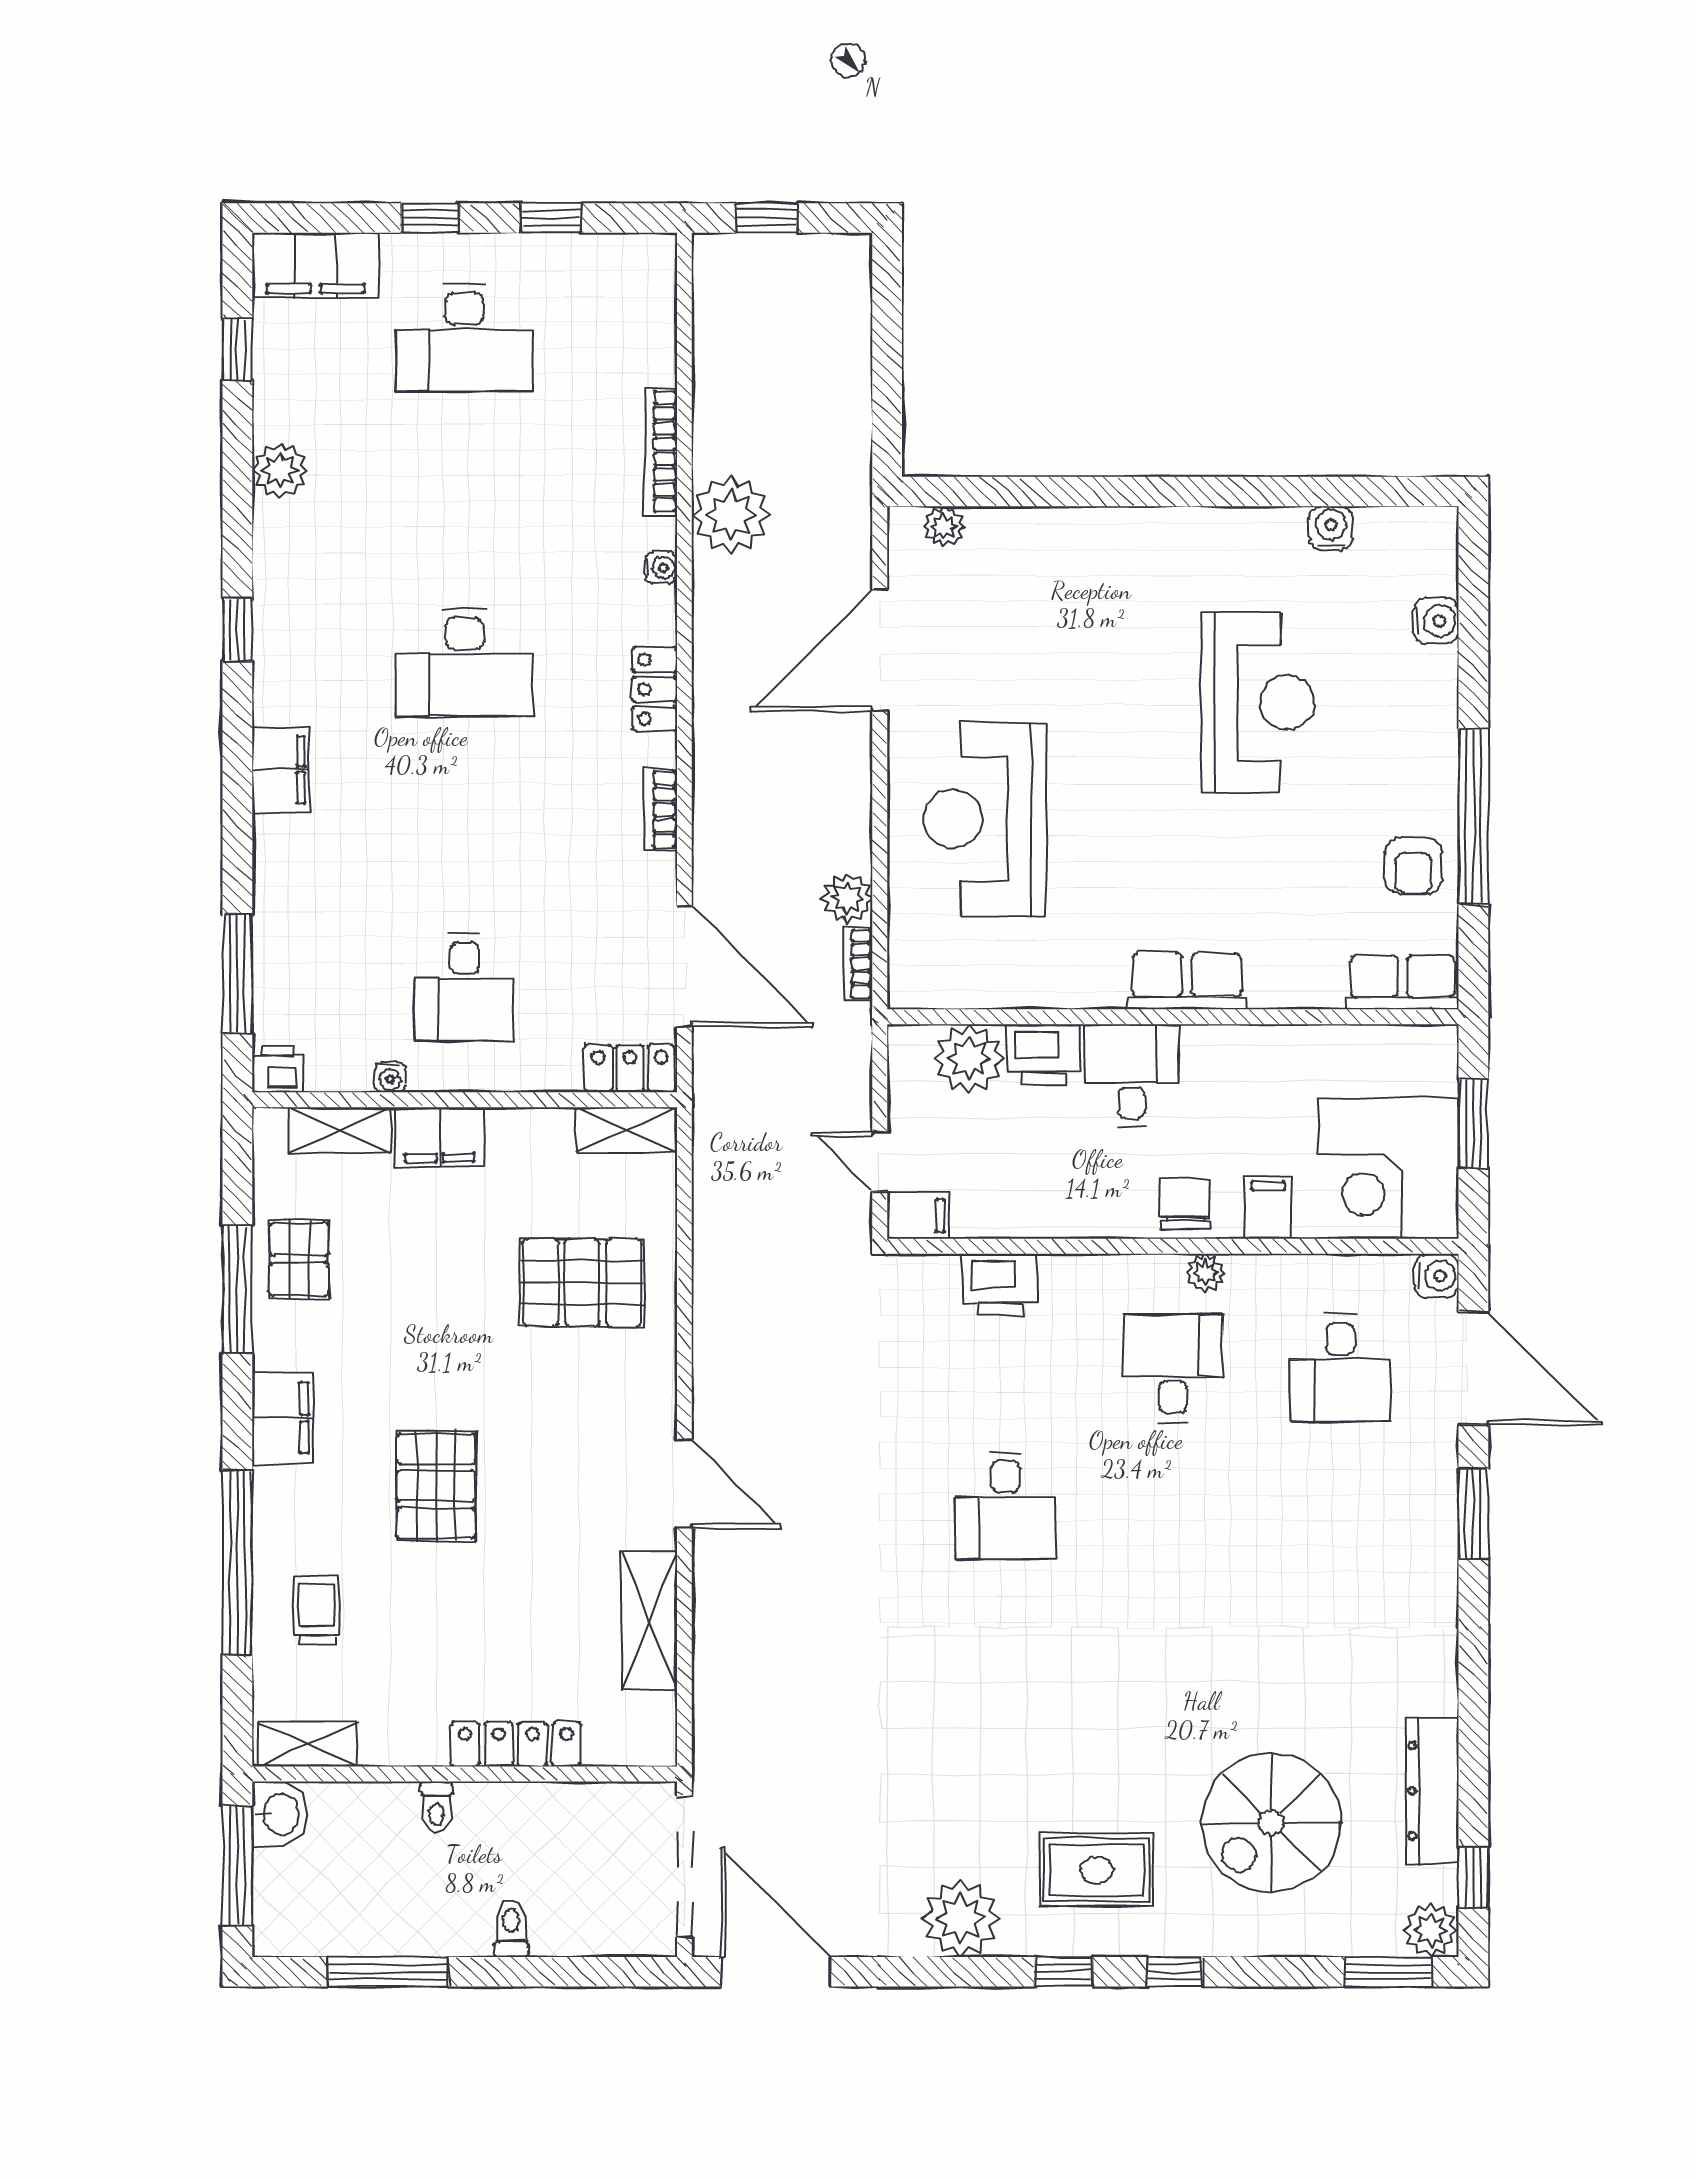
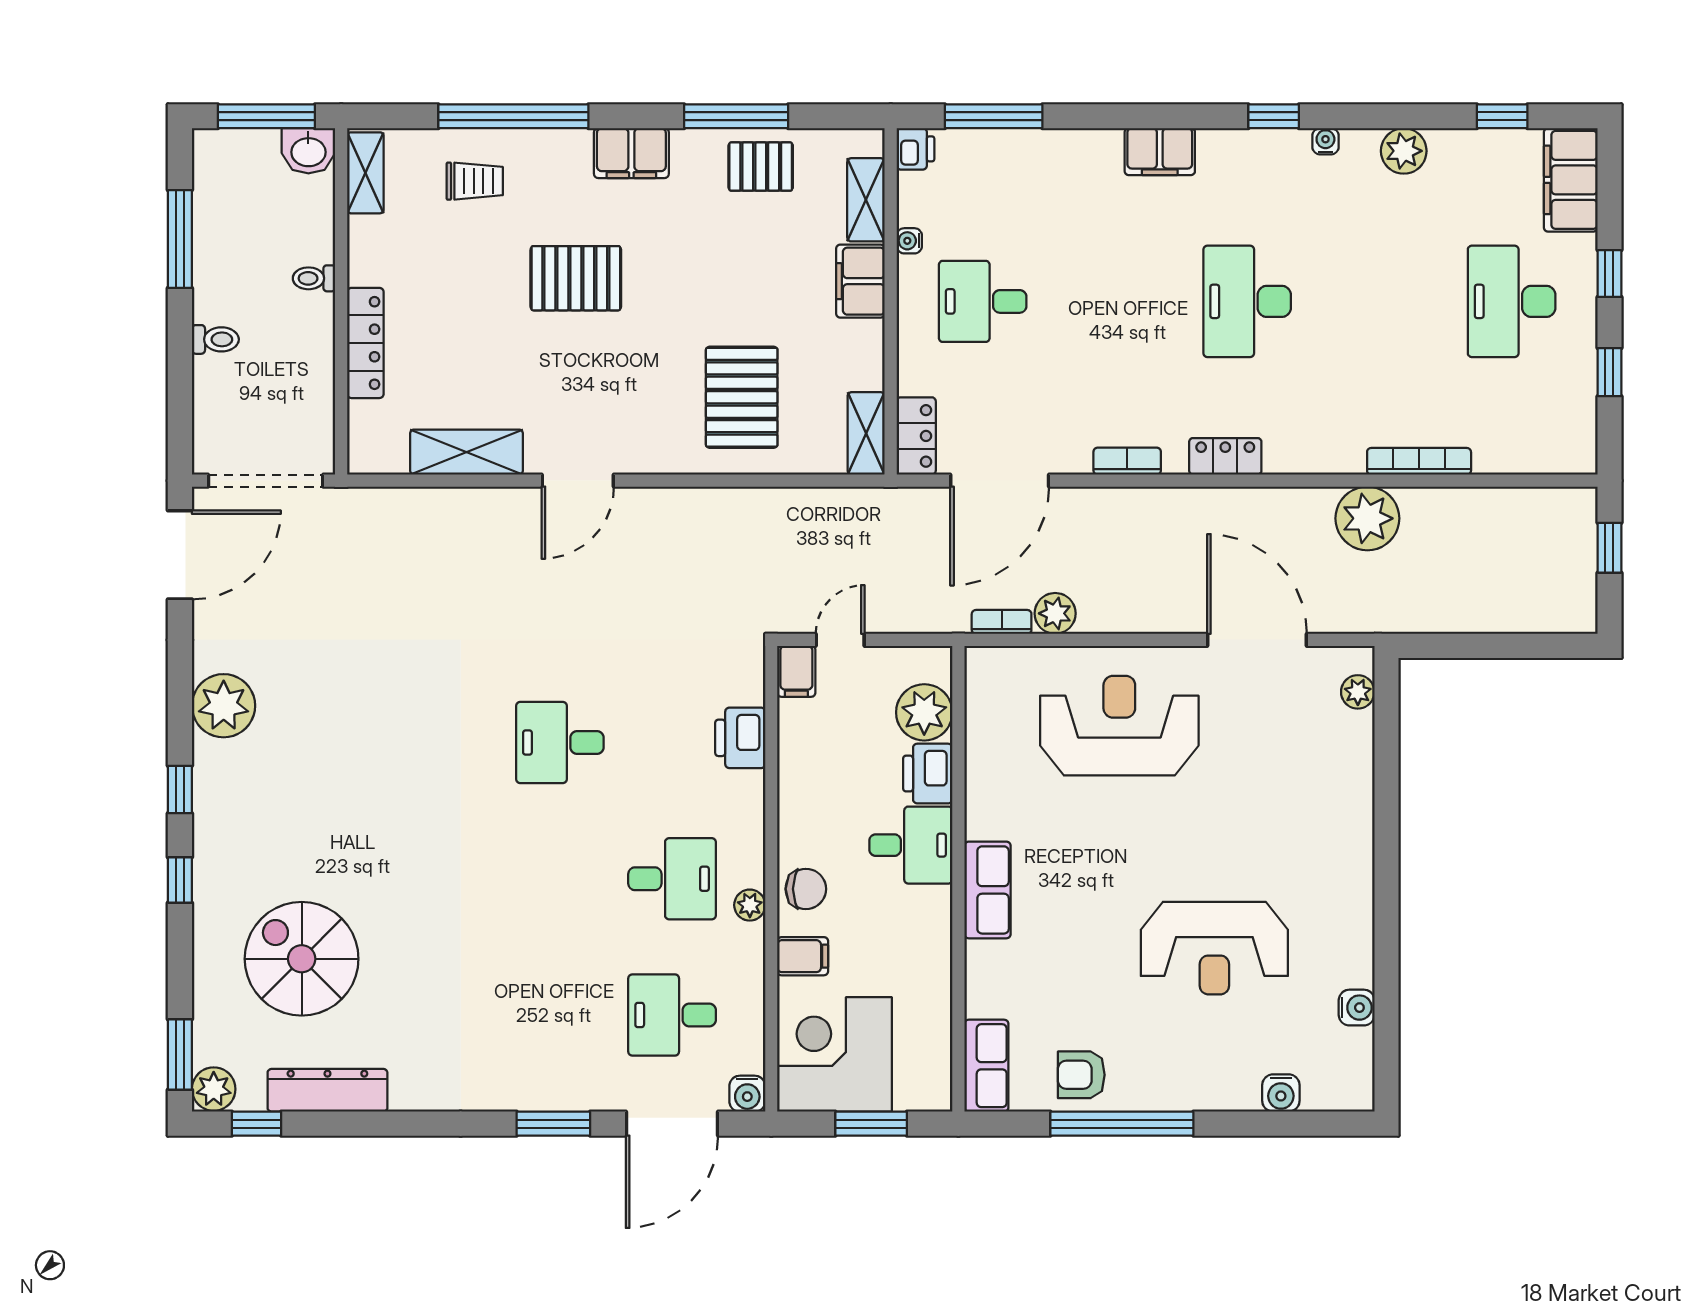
water cooler: (661, 568) -> (1325, 141), moved, turned 180
rug: (1097, 1870) -> (263, 817), removed

